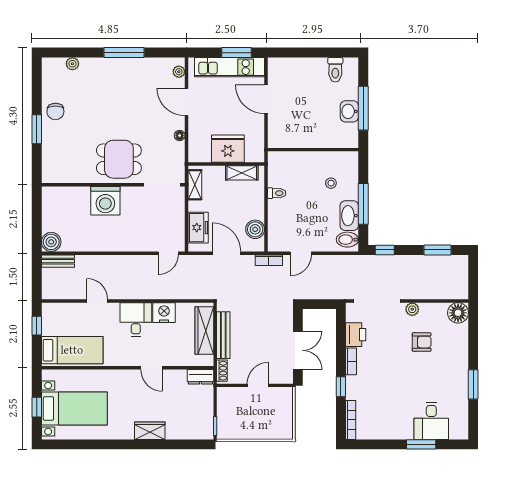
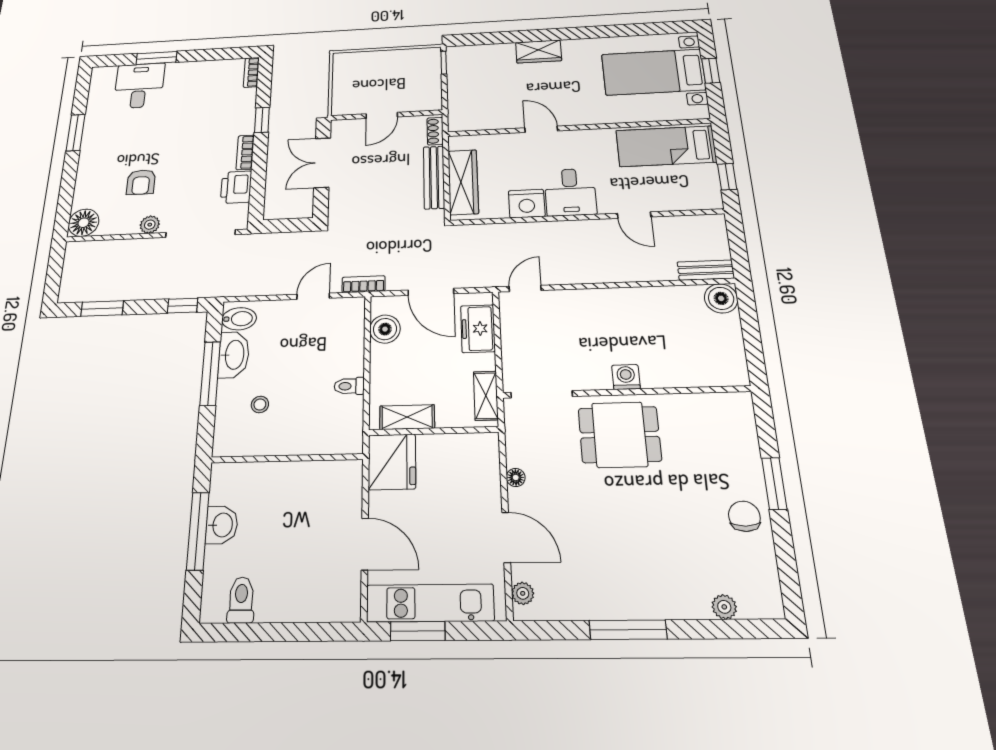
fridge: (228, 149) -> (392, 462), moved, turned -90
washing machine: (105, 201) -> (626, 377), width x0.53, depth x0.53
armchair: (422, 342) -> (141, 182), turned -90
dresser: (200, 377) -> (467, 122), removed
bookcase: (351, 420) -> (251, 72), width x0.64

